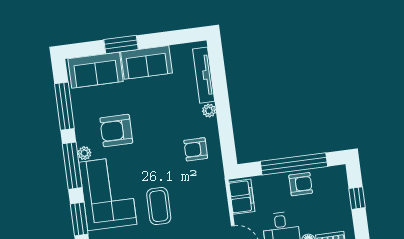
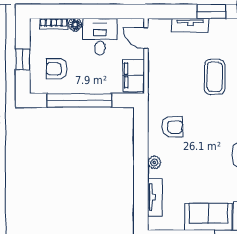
tv unit: (204, 75) -> (155, 197), width x0.71
armchair: (301, 184) -> (57, 69), moved

